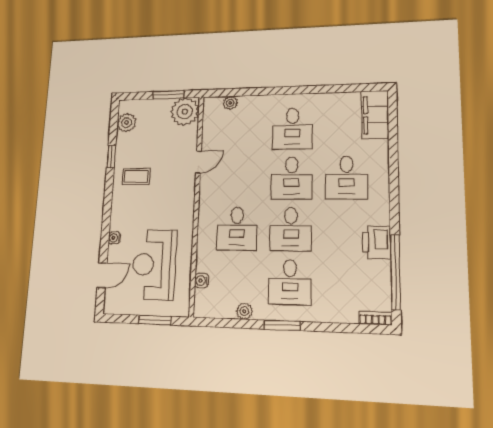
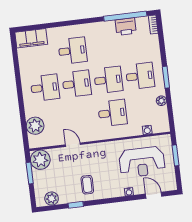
plant: (230, 103) -> (35, 126), width x1.88, depth x1.88
printer: (377, 242) -> (126, 27), moved

